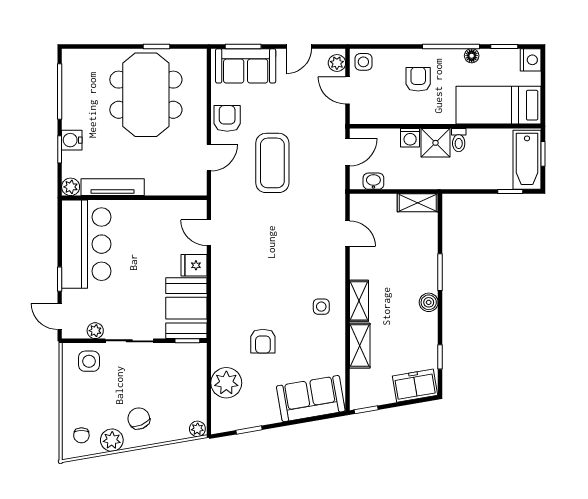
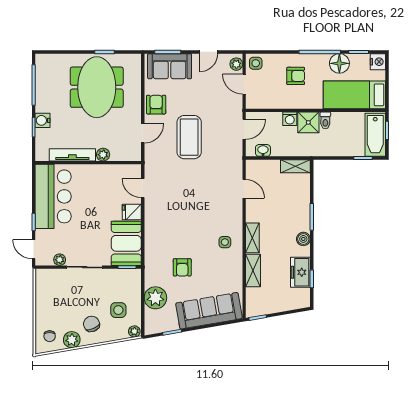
floor lamp: (472, 56) -> (339, 63), width x1.89, depth x1.89
armchair: (418, 79) -> (296, 76), turned 90
plant: (71, 187) -> (103, 155), moved
side table: (89, 361) -> (118, 310), moved
freezer: (415, 386) -> (300, 272), moved, turned -80
sofa: (311, 399) -> (209, 311), width x1.36

